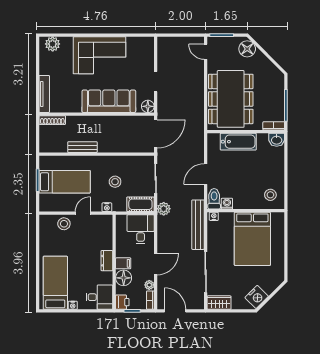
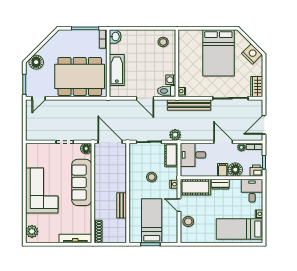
cot: (103, 232) -> (195, 187), added
bed: (252, 239) -> (218, 53), moved, turned 90

